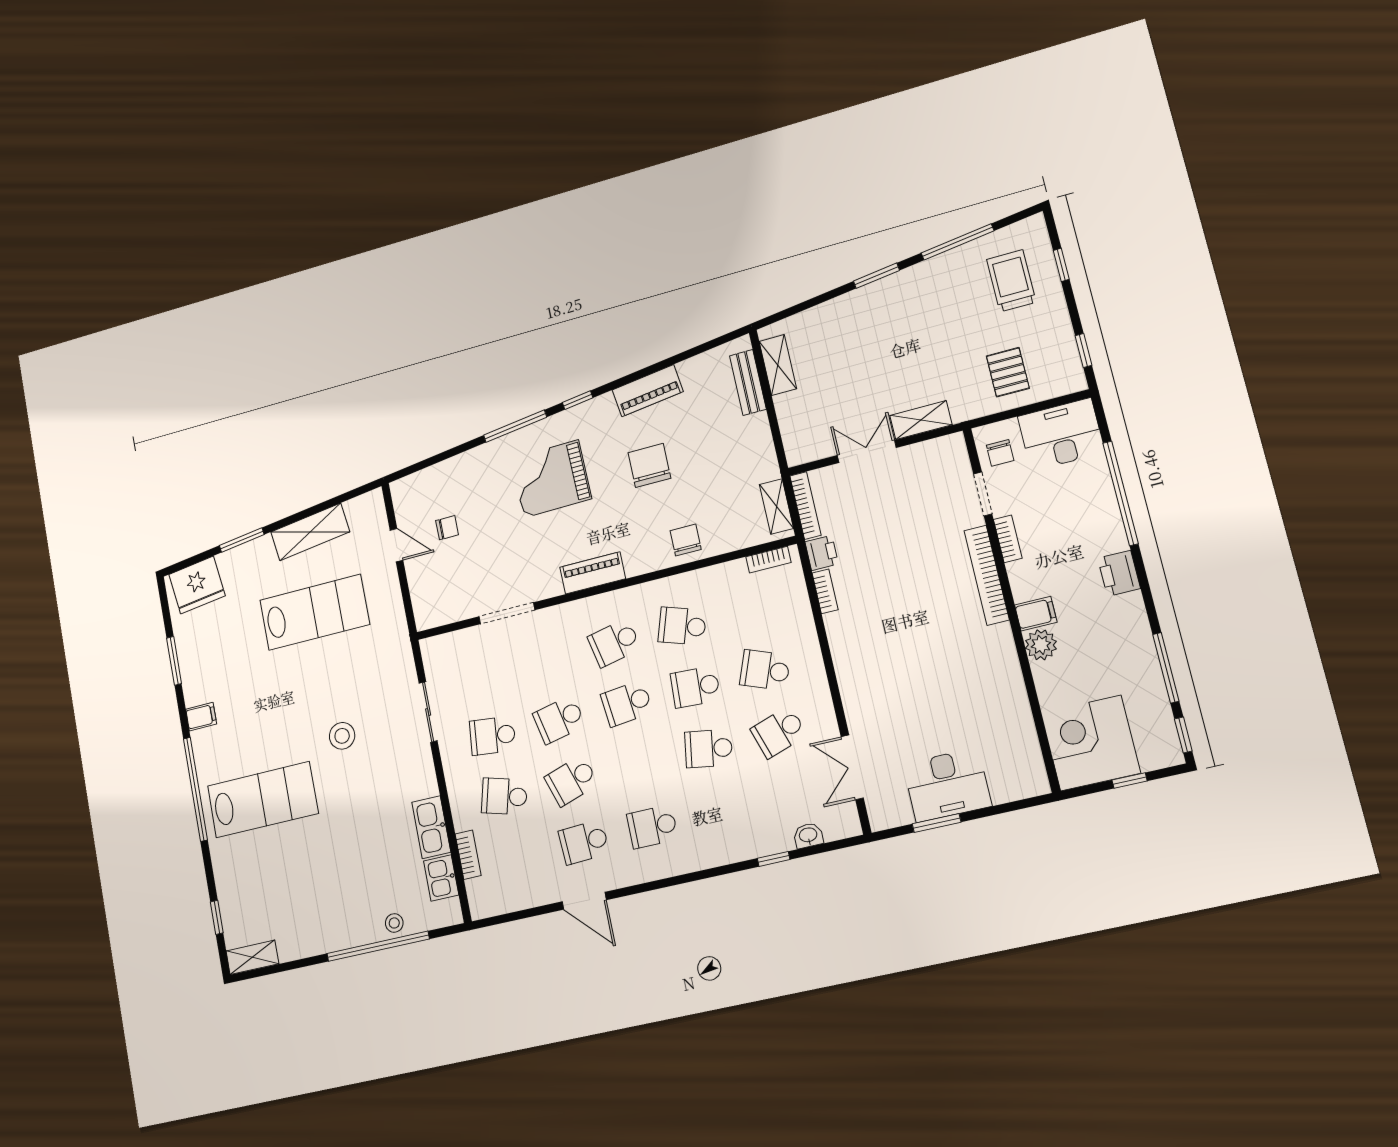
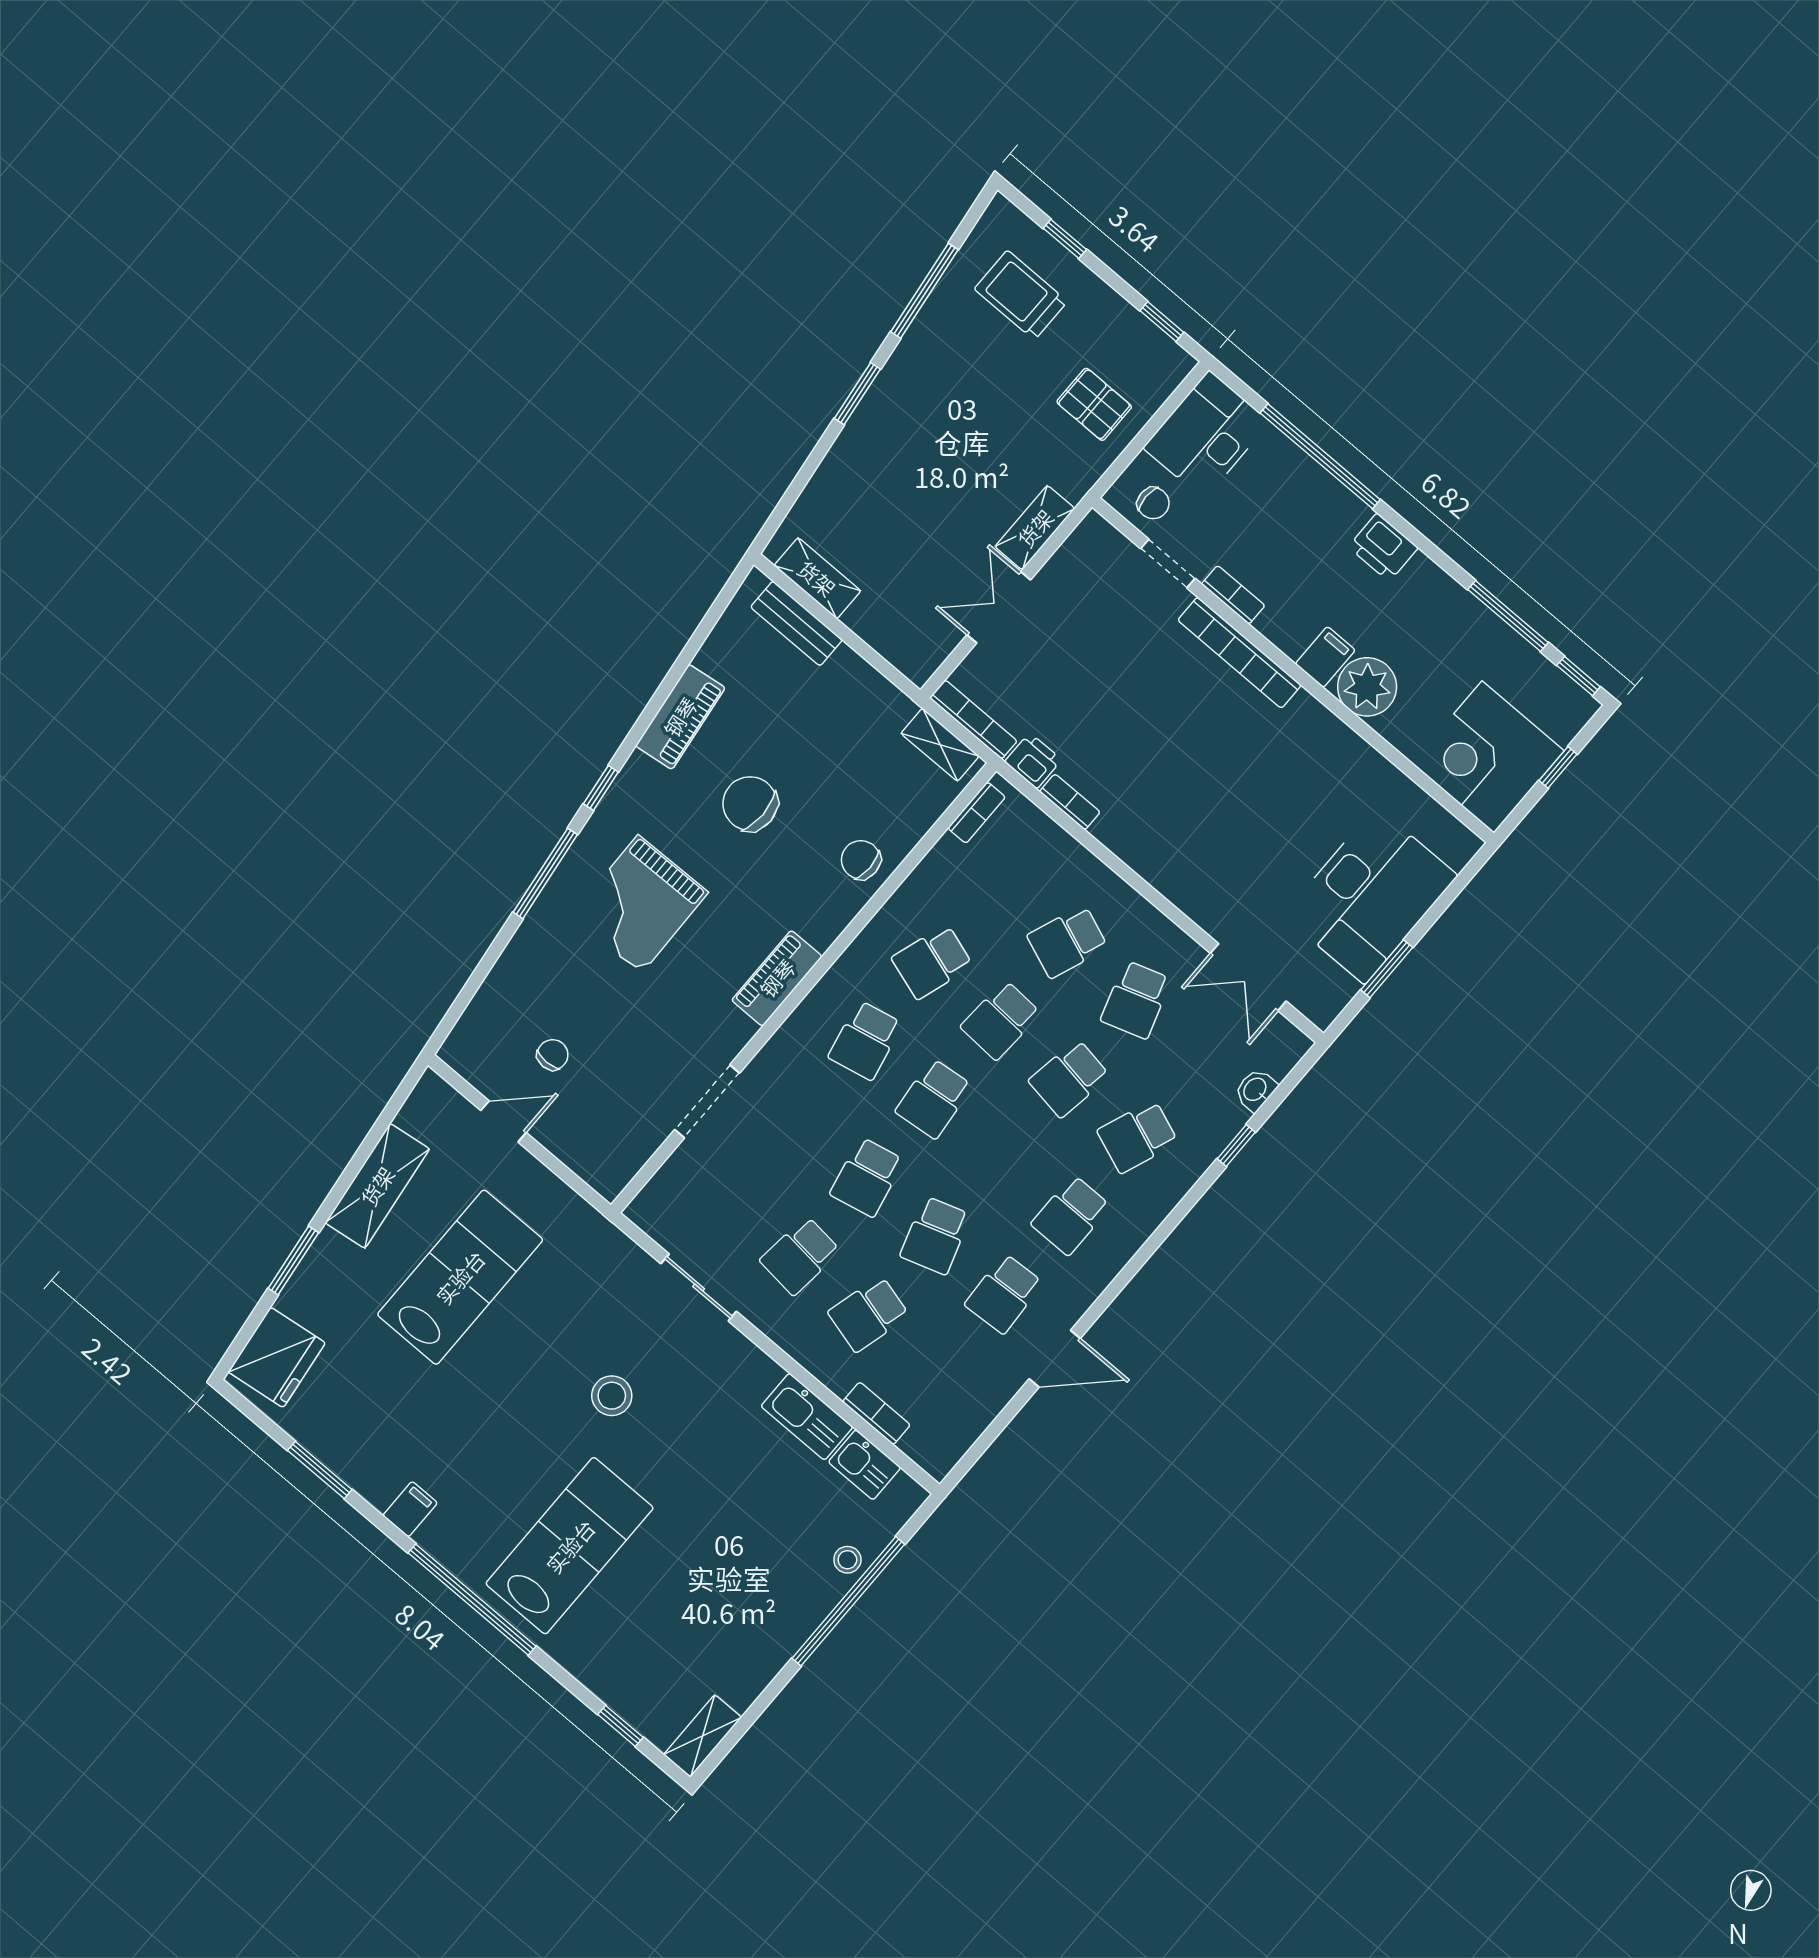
plant: (1041, 645) -> (1367, 687), width x1.36, depth x1.36
desk: (947, 785) -> (1370, 895), width x1.36, depth x1.30
school desk: (722, 811) -> (1138, 1137), added

